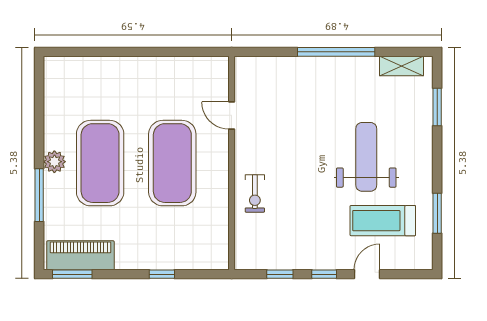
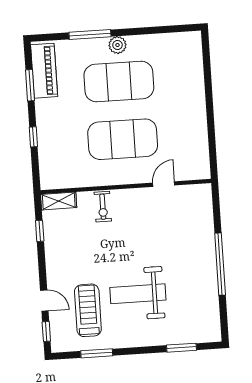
shelving: (401, 66) -> (59, 201), moved, turned 90
weight bench: (366, 157) -> (138, 294), turned 180
exercise bike: (255, 193) -> (103, 207), turned -90
window: (72, 274) -> (30, 85), moved
window: (324, 274) -> (46, 332), moved

